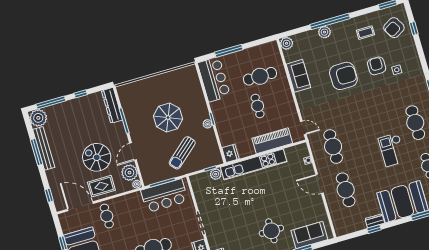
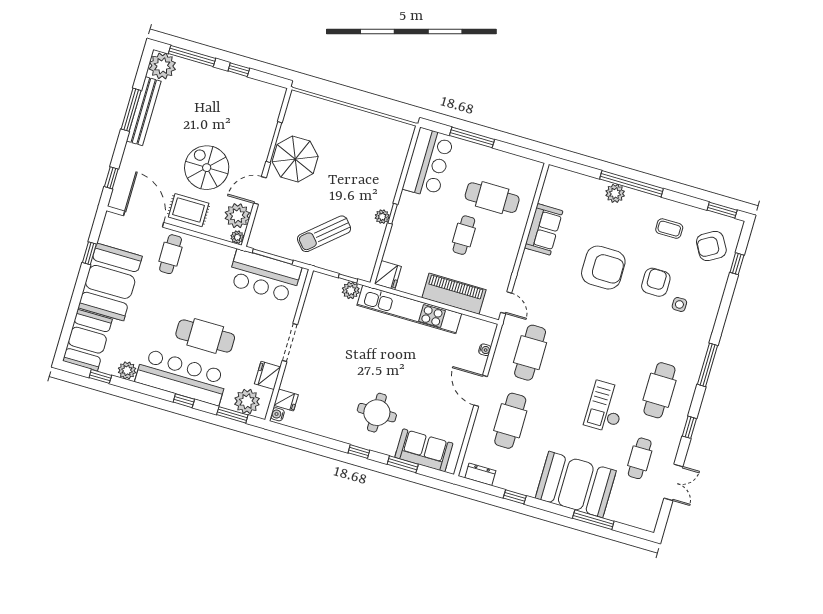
plant: (287, 43) -> (555, 176), removed
dresser: (112, 105) -> (271, 111), removed
parasol: (168, 118) -> (295, 159), moved
dresser: (375, 221) -> (480, 474), moved

